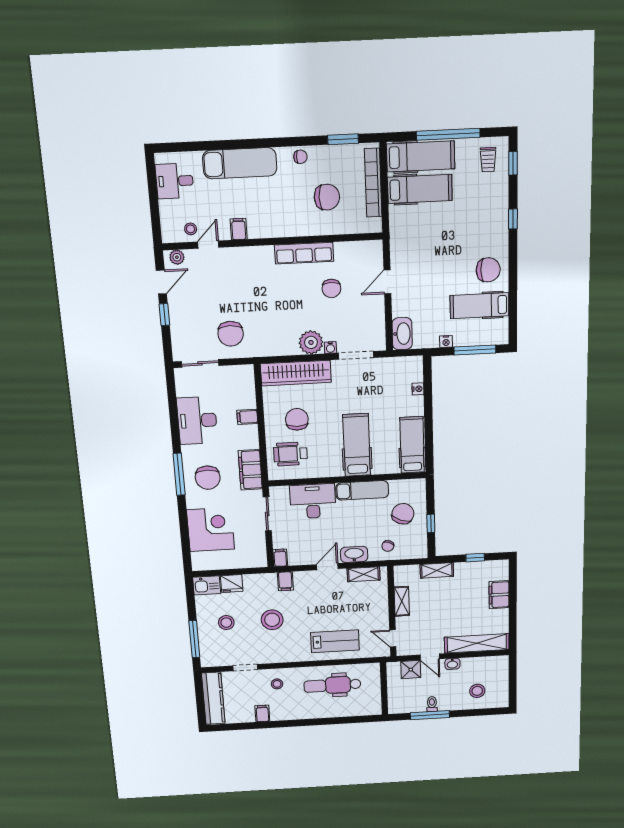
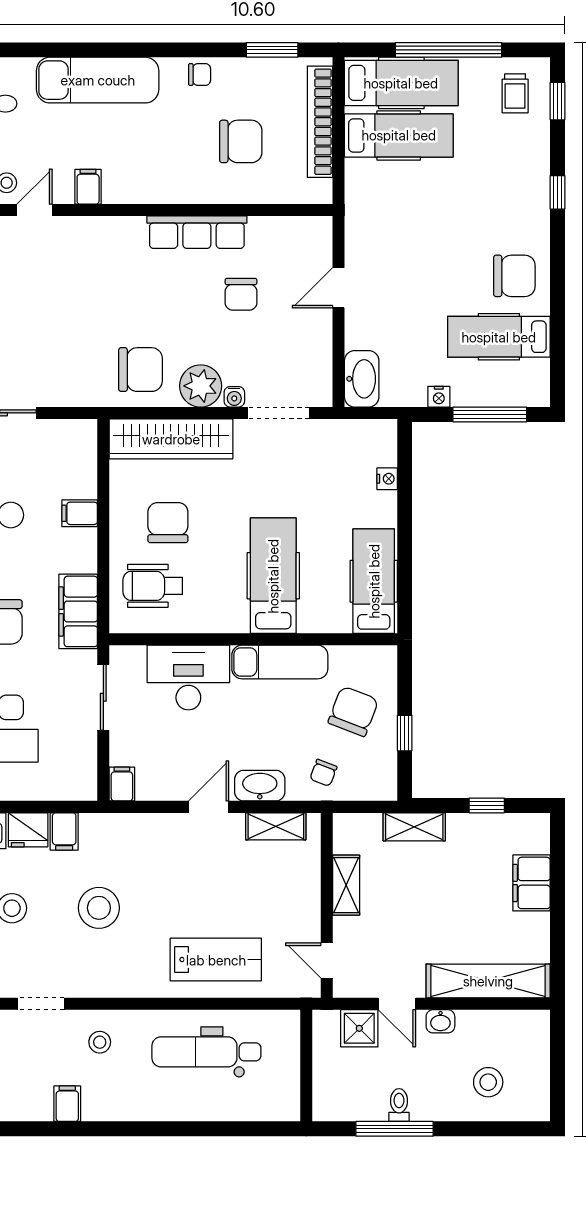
chair: (231, 334) -> (140, 370), moved, turned -90
filing cabinet: (285, 581) -> (64, 831), moved

